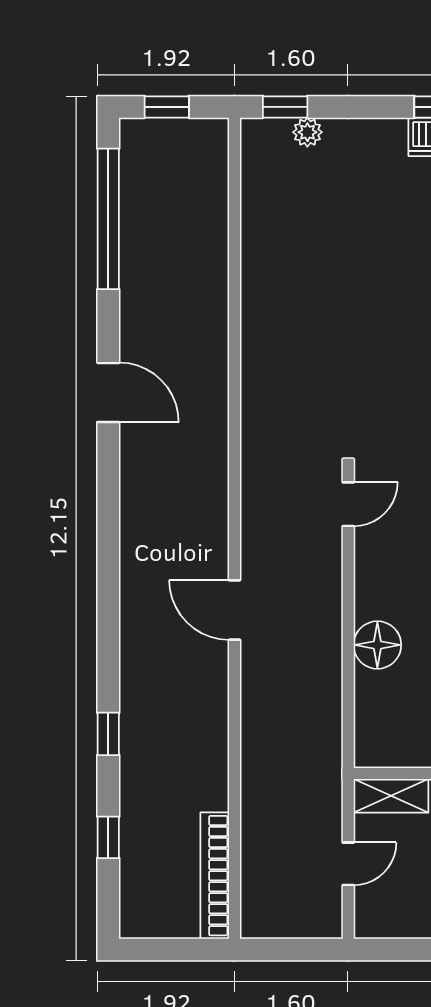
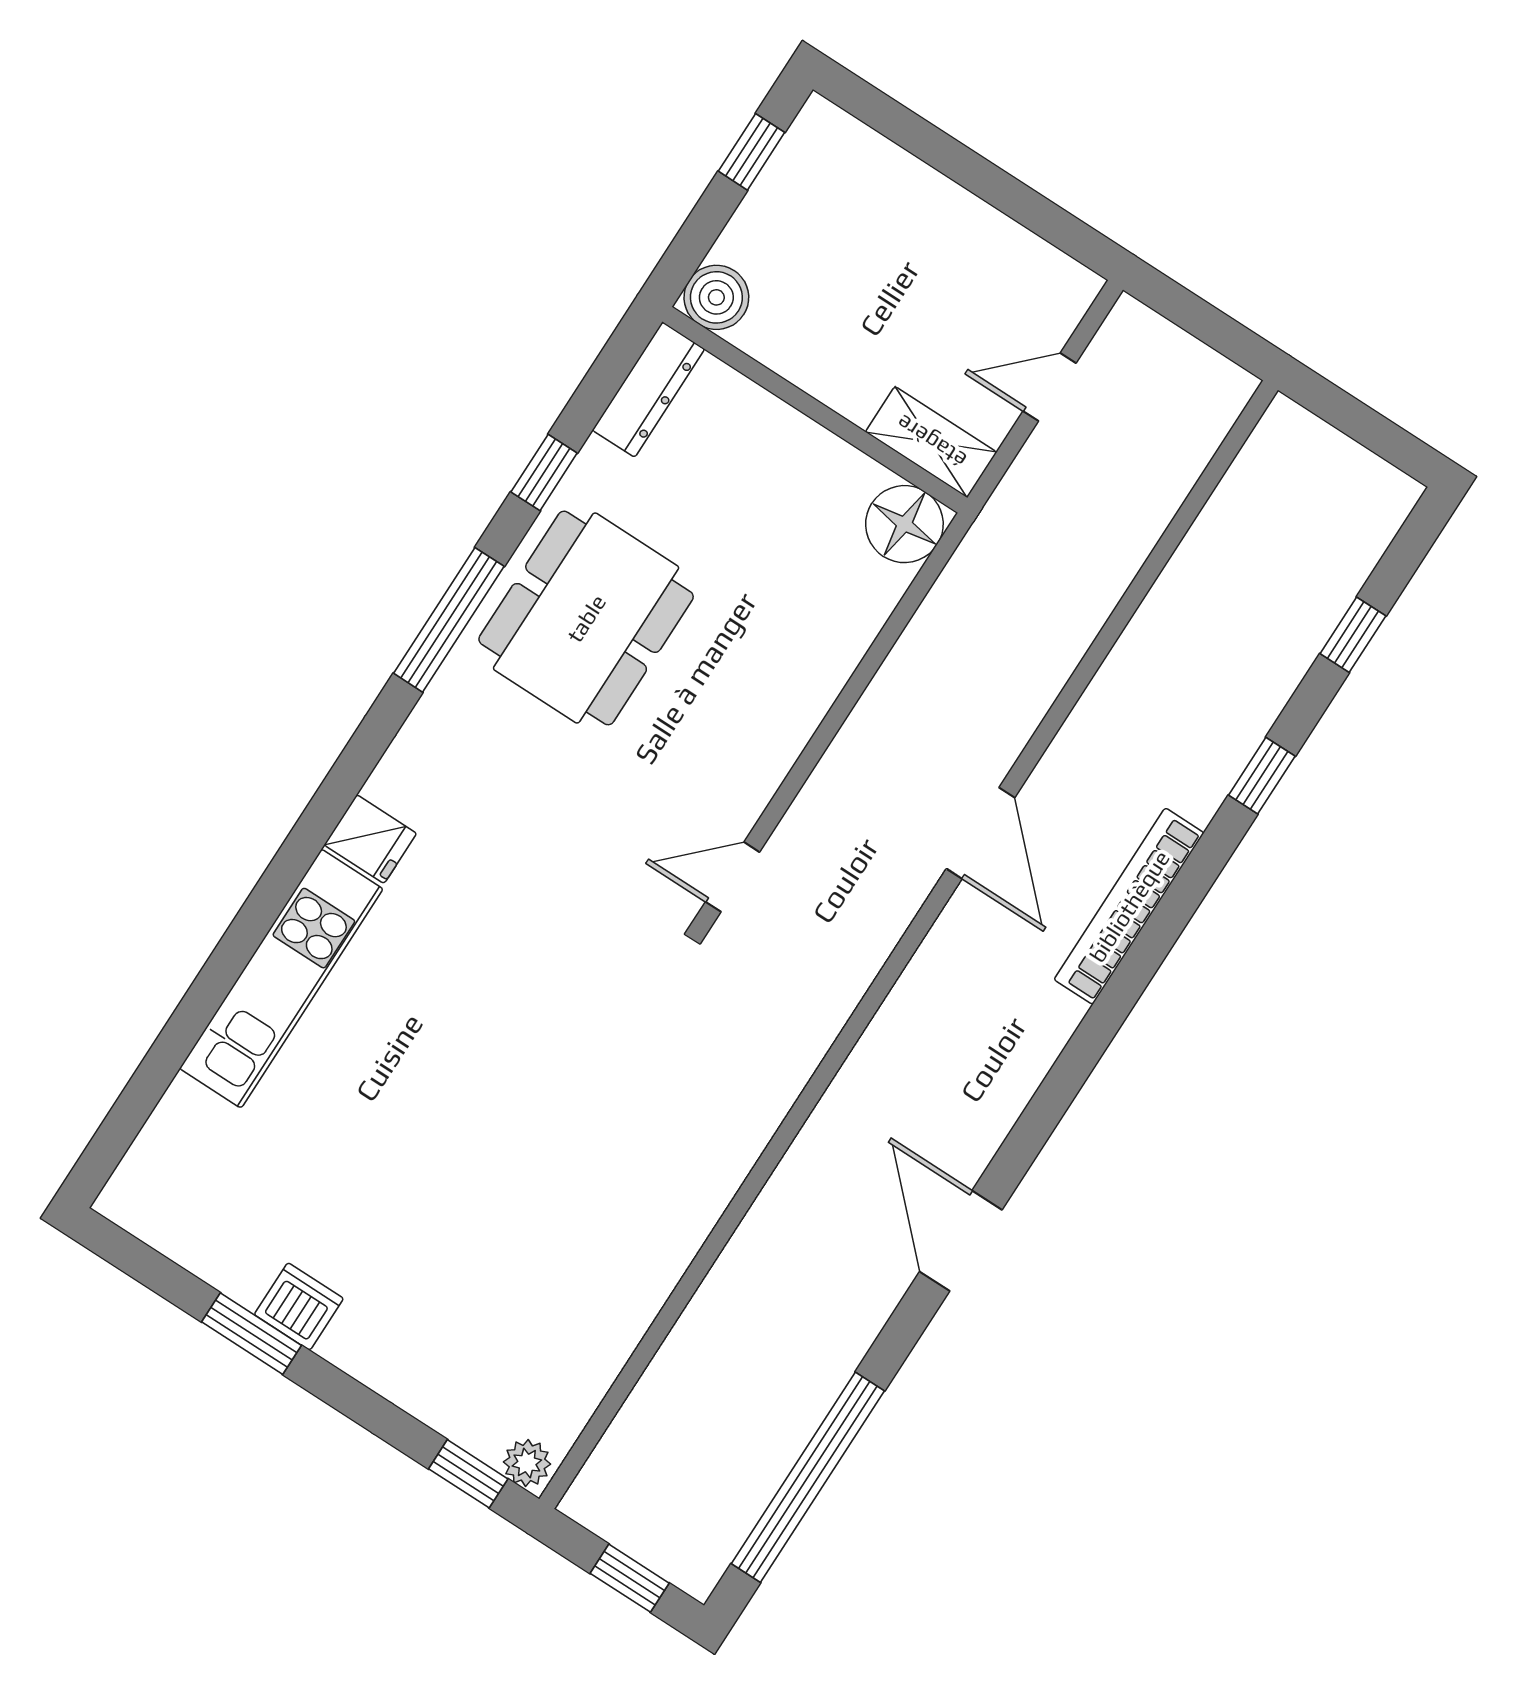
plant: (307, 132) -> (527, 1463), moved
floor lamp: (377, 645) -> (904, 524), moved
bookcase: (215, 876) -> (1129, 906), moved, turned 180

